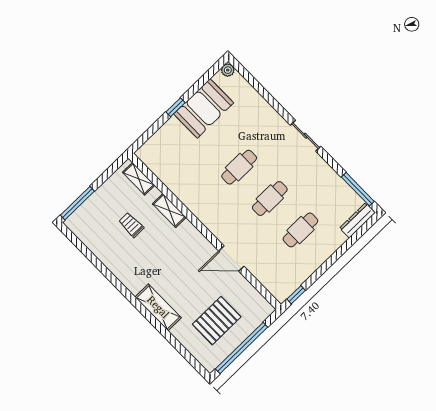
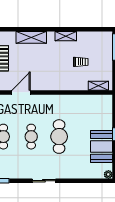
cafe table: (239, 167) -> (59, 137), width x1.37, depth x1.35
shelving: (169, 211) -> (66, 36), moved

